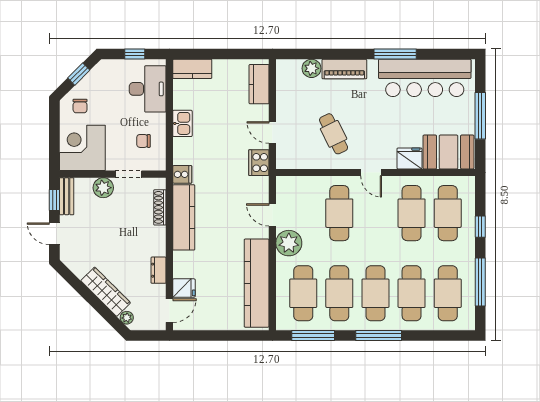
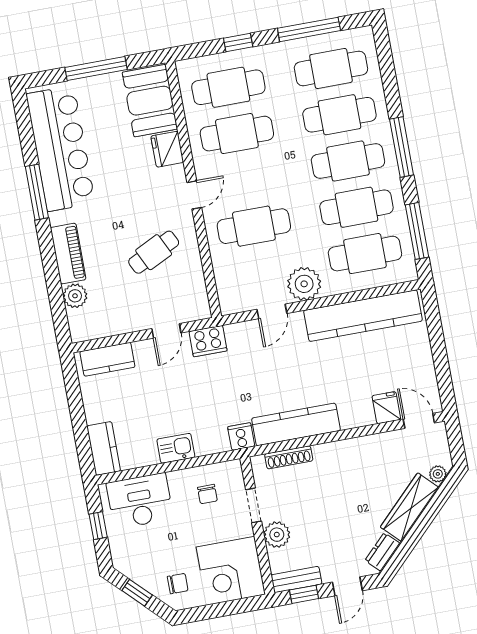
dresser: (159, 270) -> (382, 552), moved, turned 135

